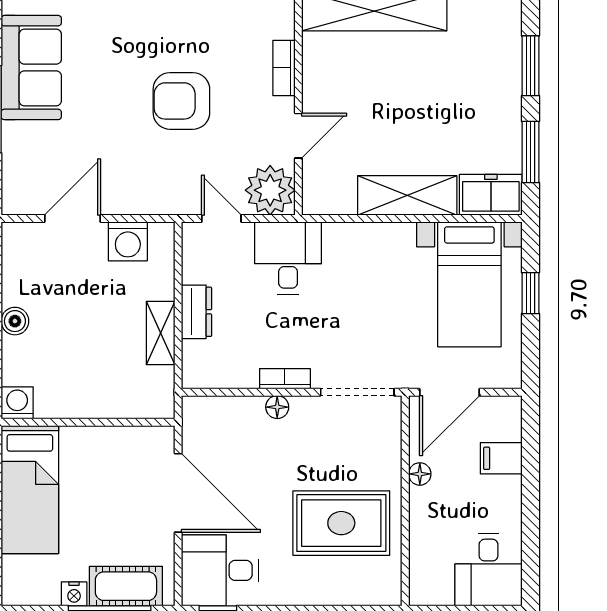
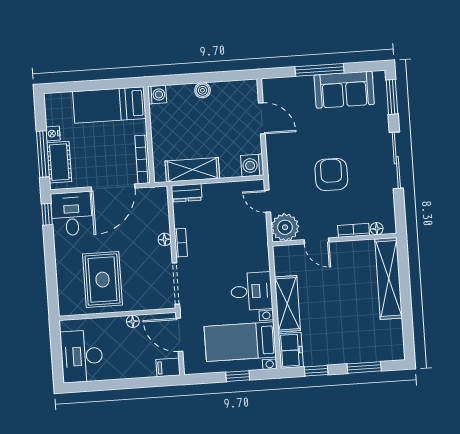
floor lamp: (284, 26) -> (377, 229), added
window: (531, 152) -> (316, 371), width x0.67
door: (221, 218) -> (267, 201), swing flipped
washing machine: (128, 241) -> (252, 165), moved
desk: (288, 258) -> (252, 291), moved
dresser: (197, 312) -> (187, 193), moved
shelving: (161, 333) -> (192, 170), width x1.50, depth x1.33
bookcase: (131, 437) -> (143, 159), added
filing cabinet: (501, 458) -> (168, 367), moved, turned -90
desk: (489, 570) -> (82, 356), width x1.37

